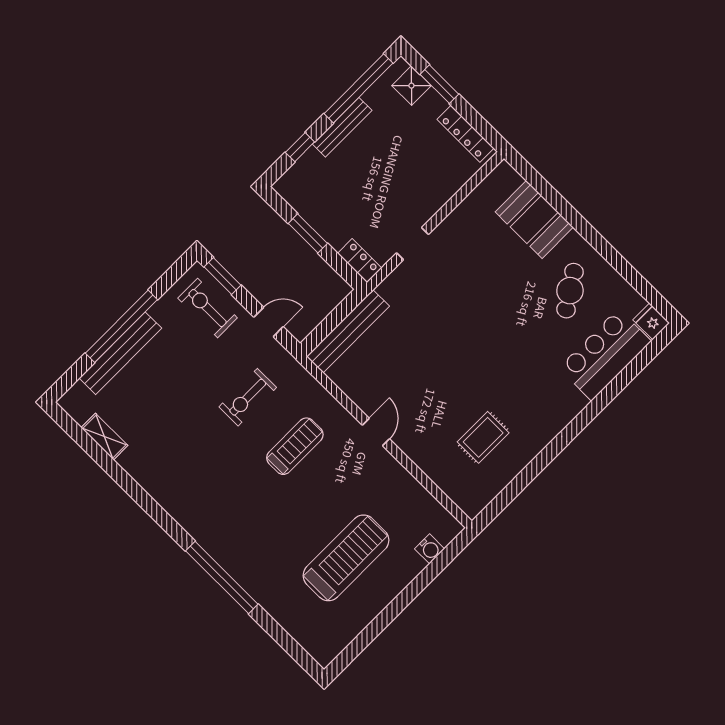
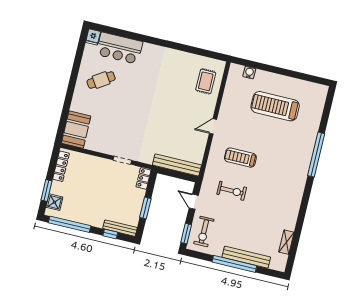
bench: (342, 127) -> (120, 228), moved
booth: (534, 219) -> (76, 130), moved
rug: (483, 437) -> (206, 81), moved, turned 90

